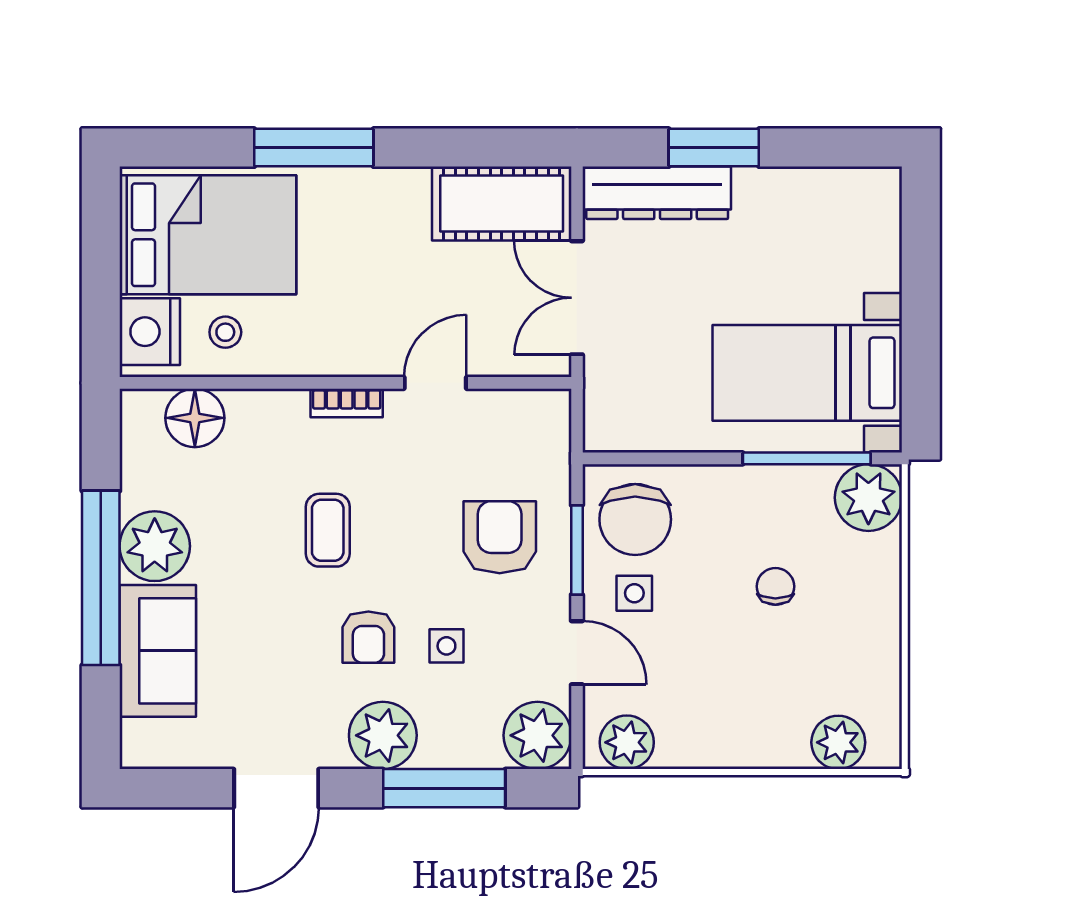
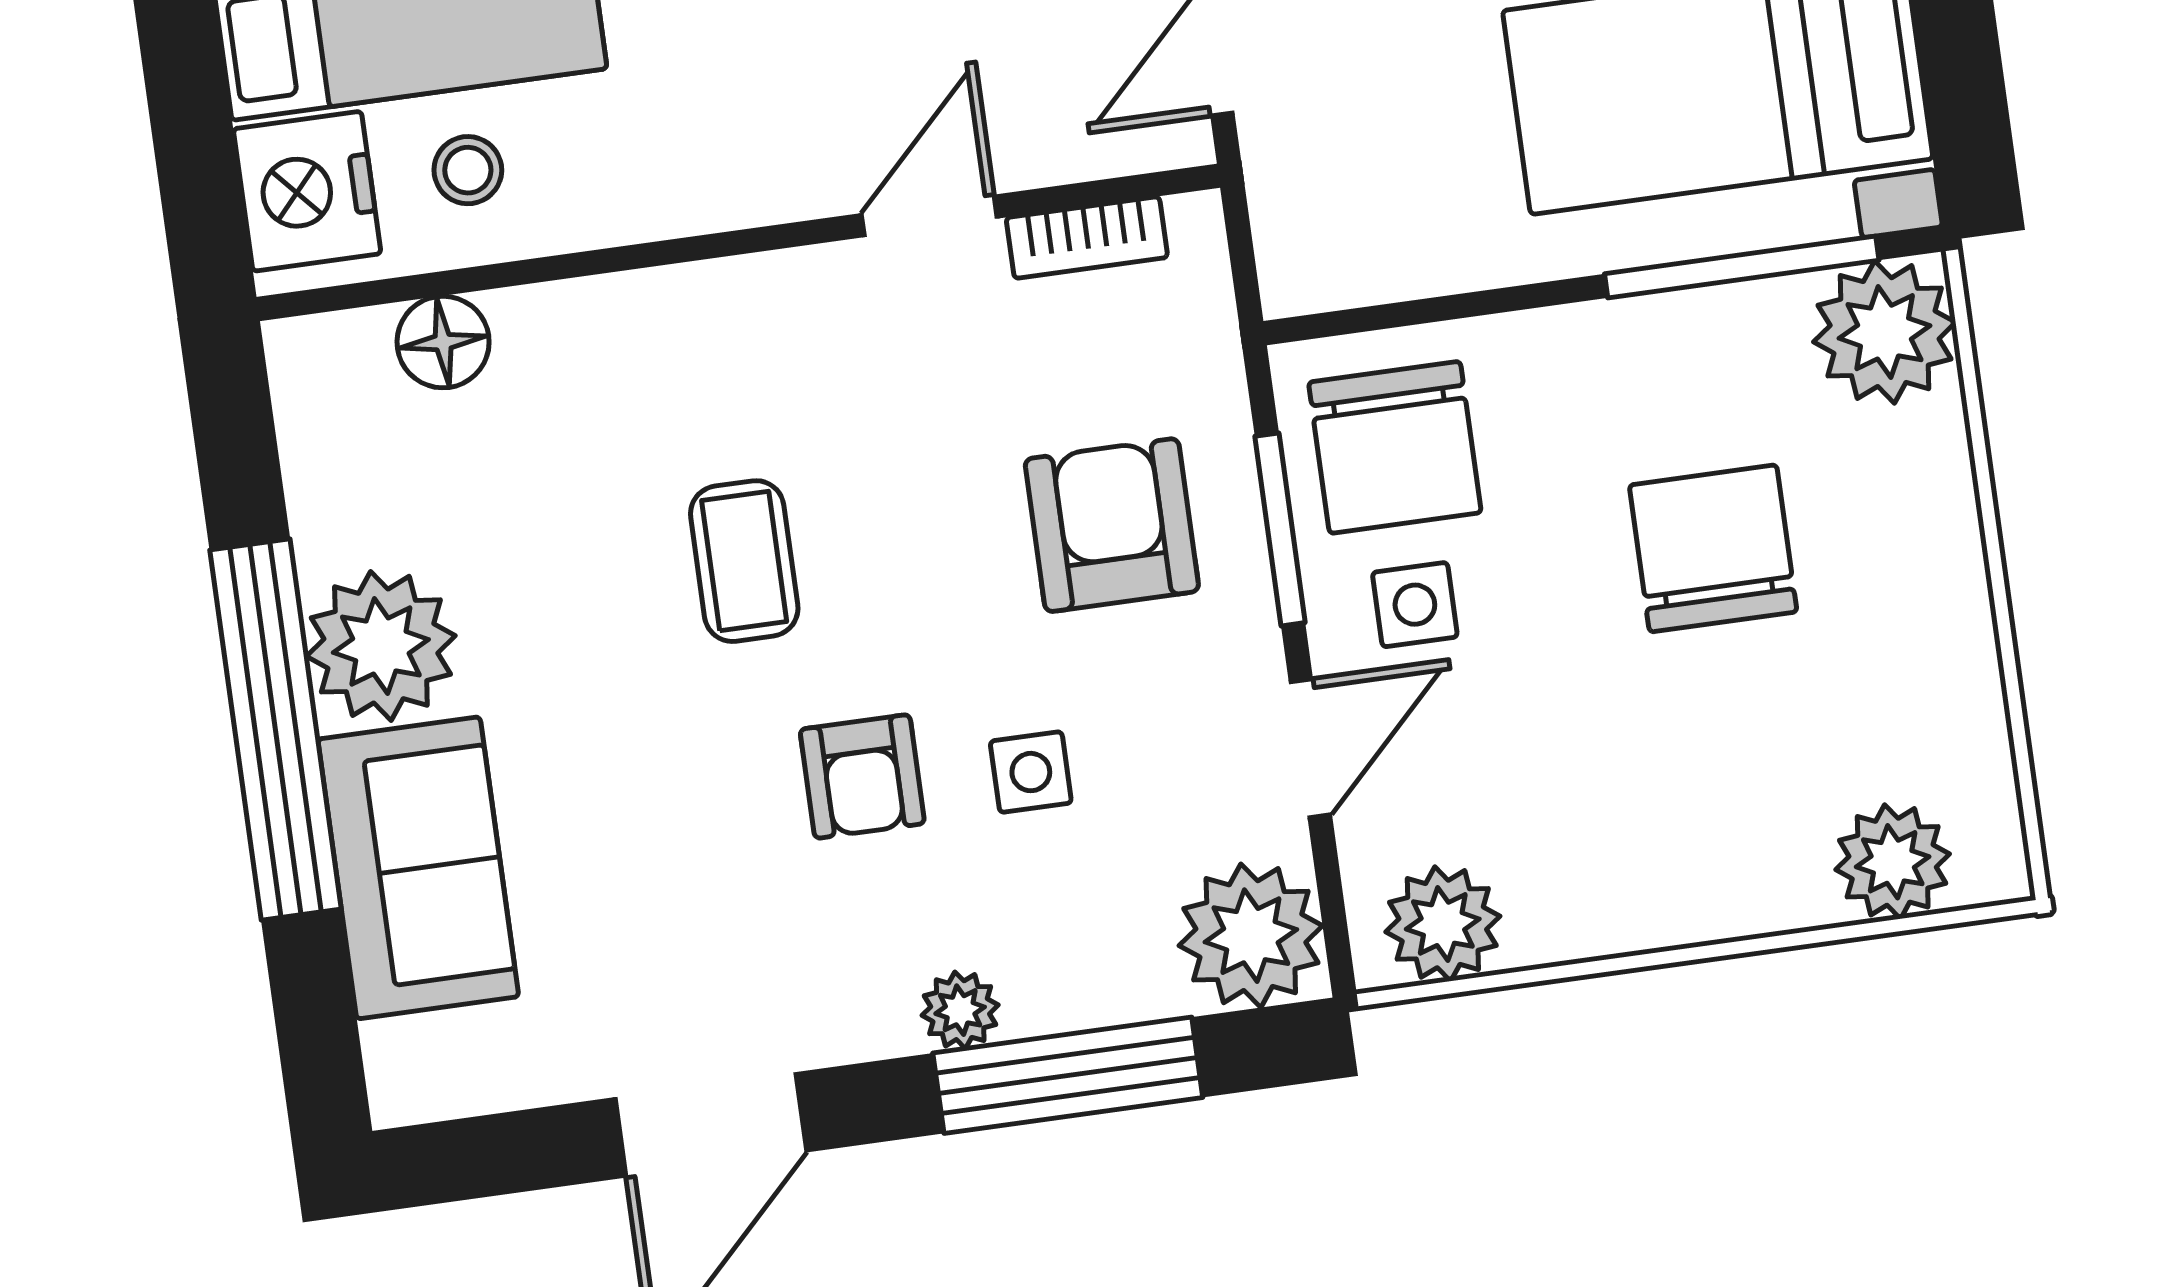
bookcase: (347, 403) -> (1087, 238), moved
floor lamp: (195, 418) -> (443, 342), width x0.73, depth x0.73
chair: (775, 586) -> (1713, 548), width x1.87, depth x1.87
door: (577, 653) -> (1310, 748), hinge flipped
plant: (383, 735) -> (960, 1010), width x0.53, depth x0.53

